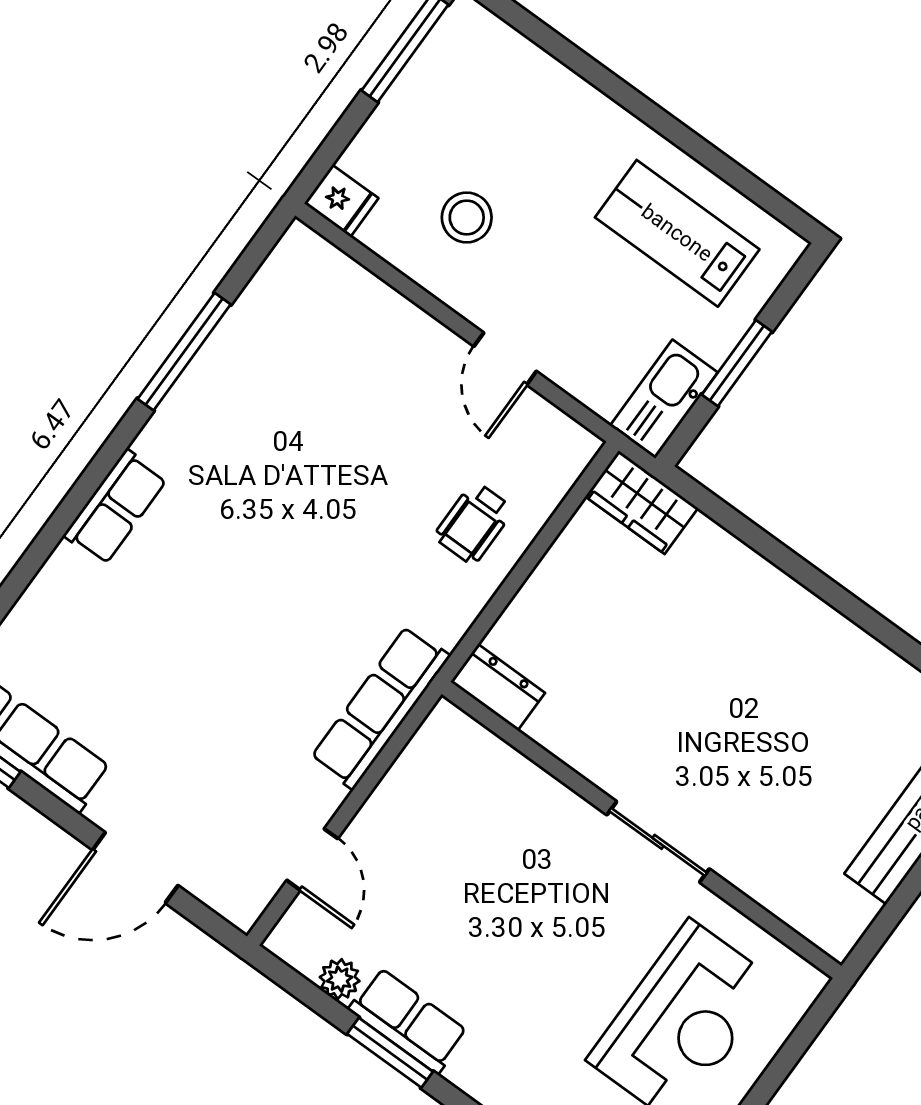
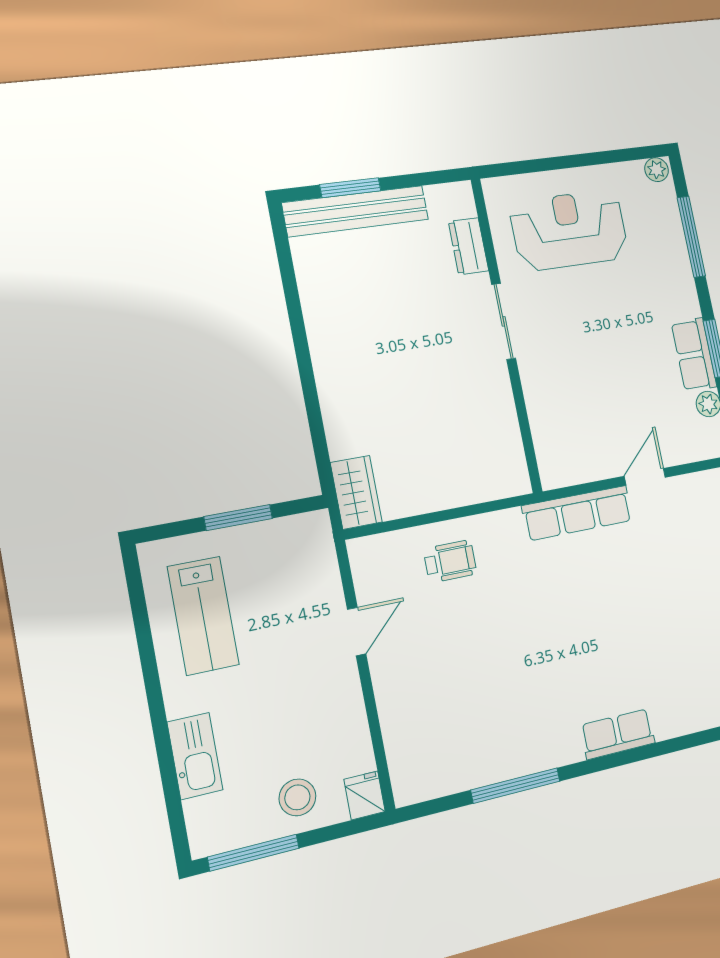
stool: (467, 217) -> (297, 797), moved
kitchen sink: (664, 399) -> (195, 756), moved, turned -90
dresser: (498, 687) -> (469, 246), moved
door: (312, 859) -> (645, 477), moved

